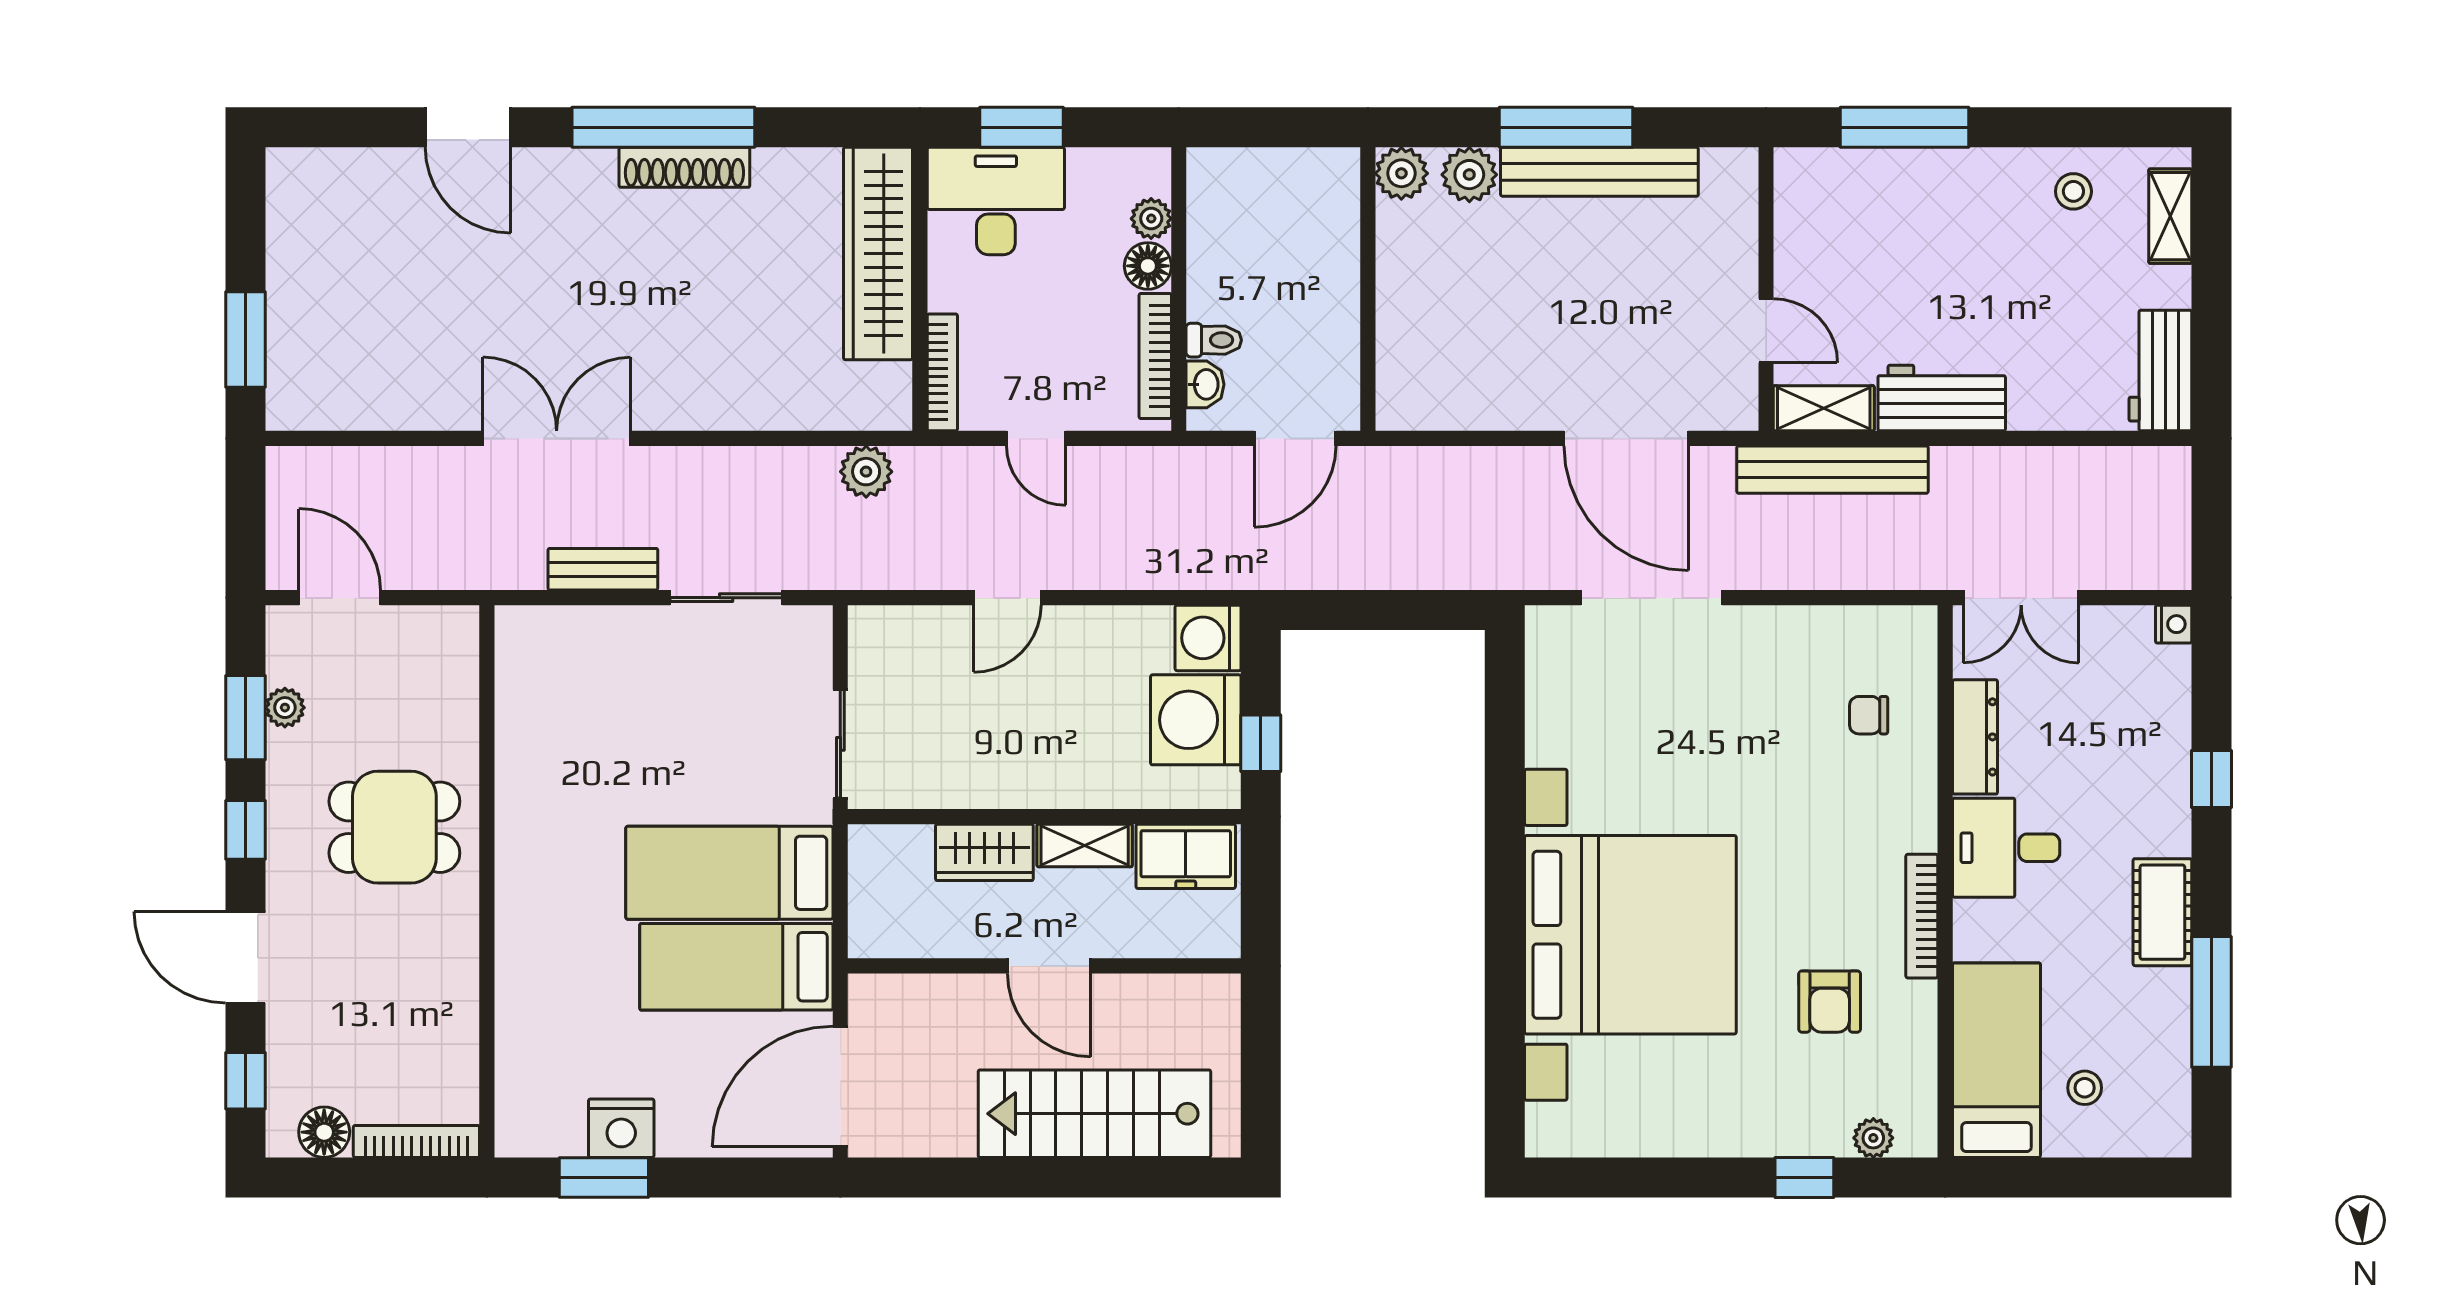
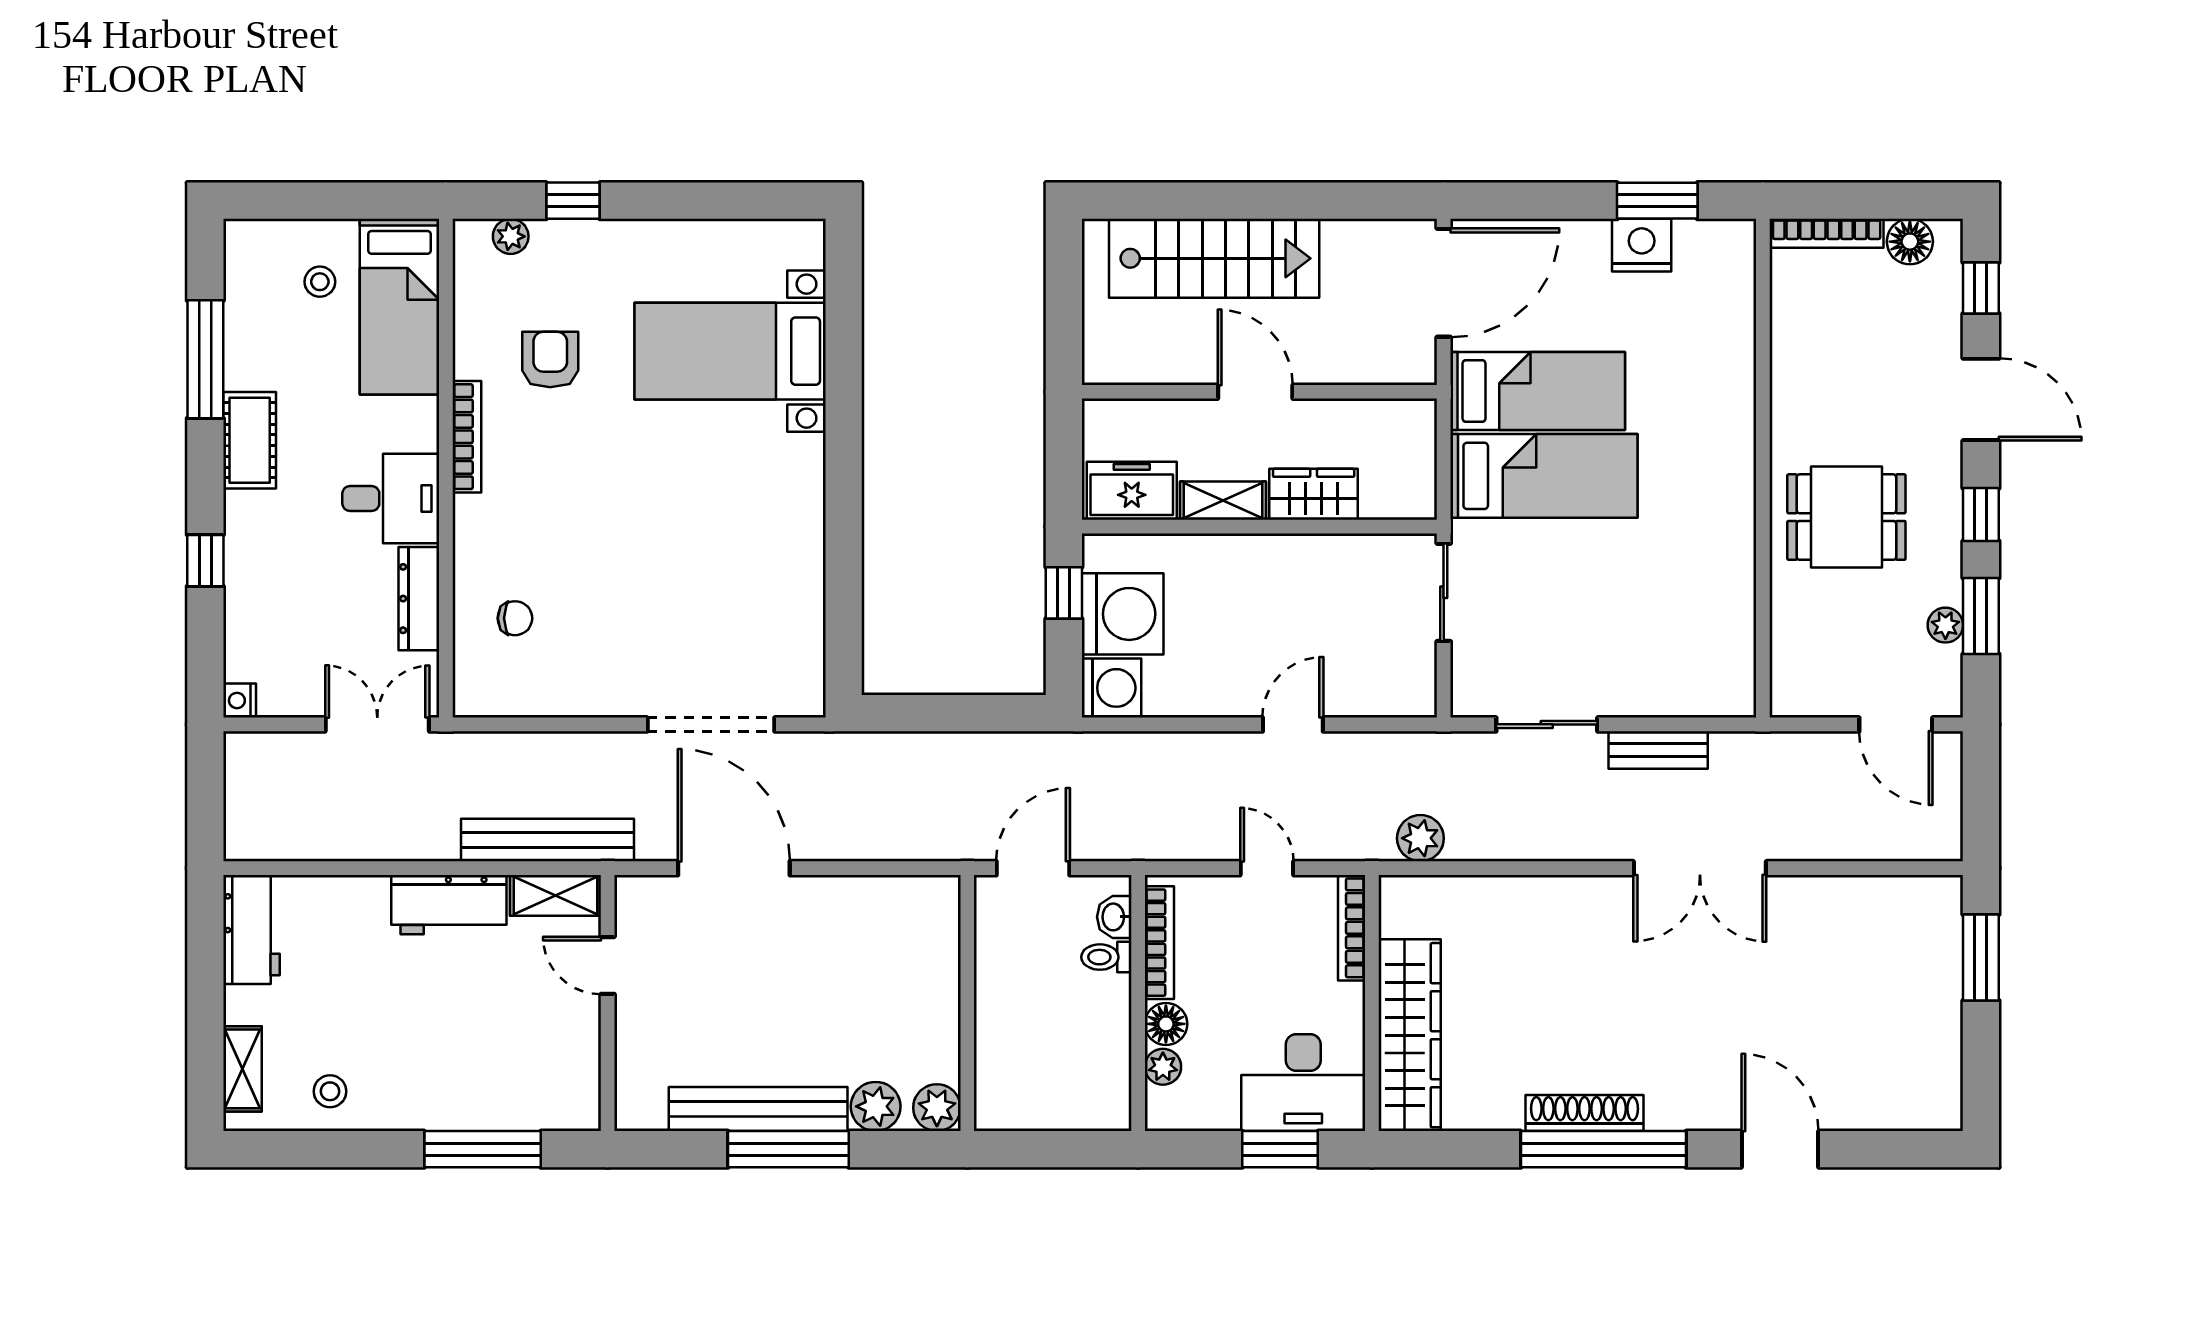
bed with nightstands: (1630, 935) -> (730, 351), width x0.54

